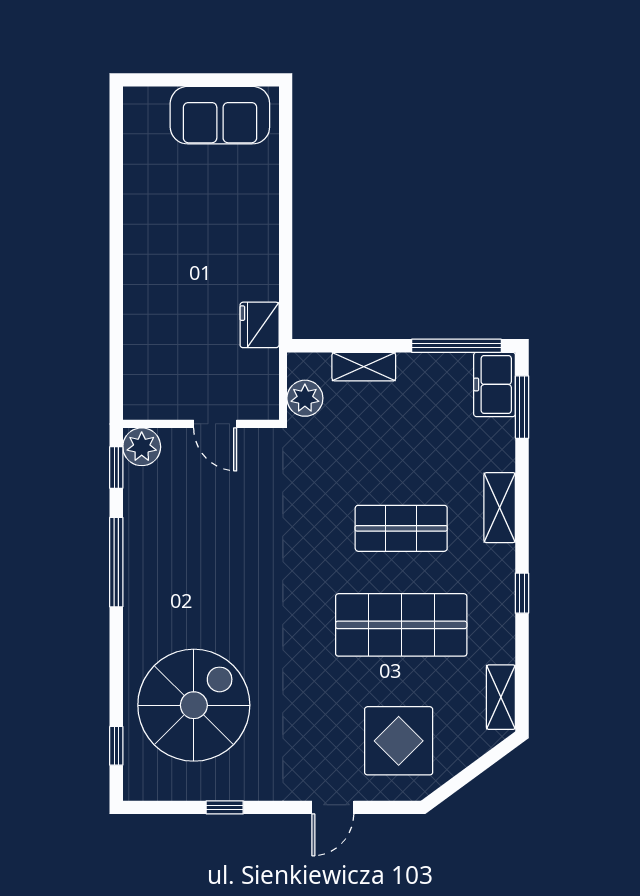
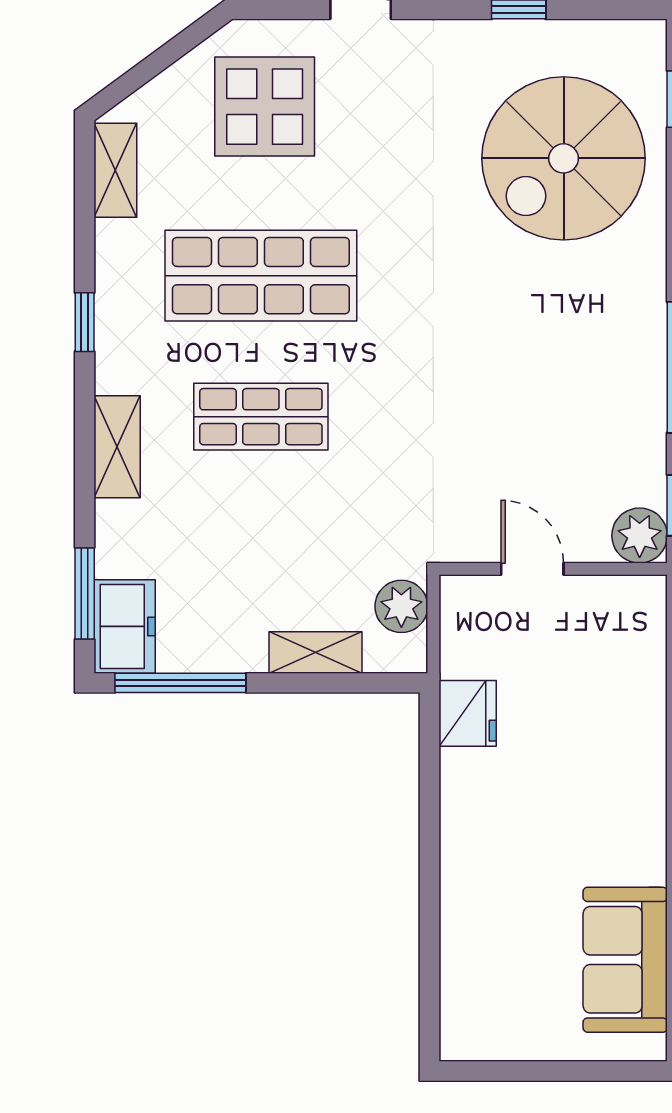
sofa: (220, 115) -> (625, 960), moved, turned -90

